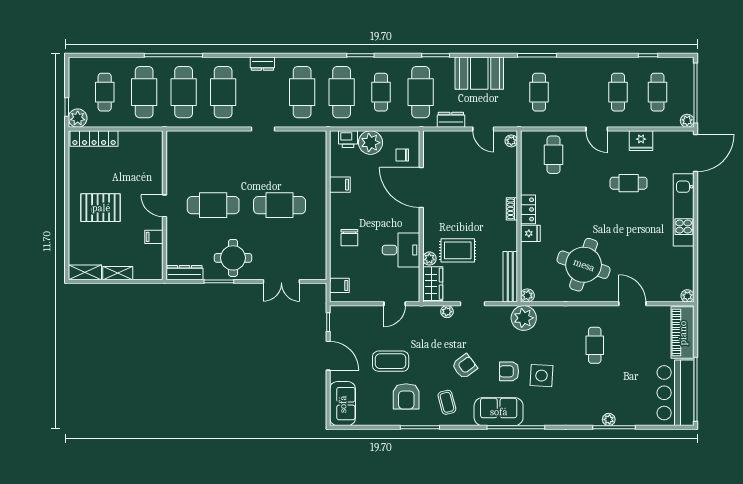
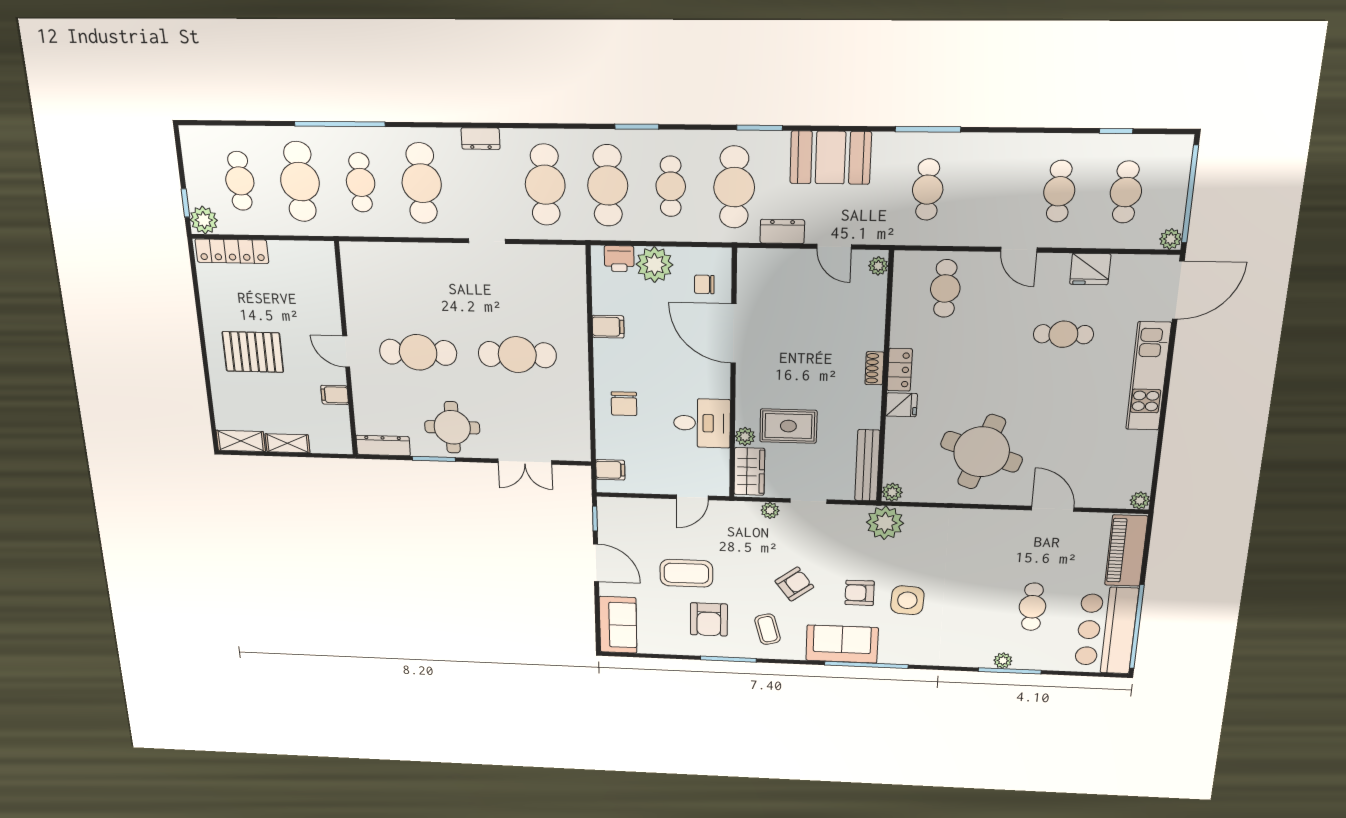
cafe table: (184, 92) -> (361, 182), width x0.73, depth x0.74
cafe table: (595, 345) -> (1032, 607), moved

